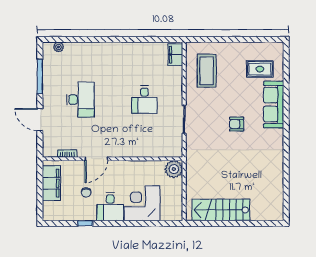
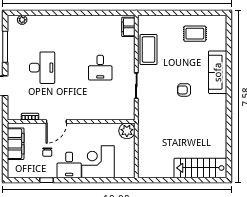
rug: (260, 69) -> (195, 34), moved
coffee table: (207, 71) -> (149, 49), moved
stairs: (221, 210) -> (200, 168), moved

